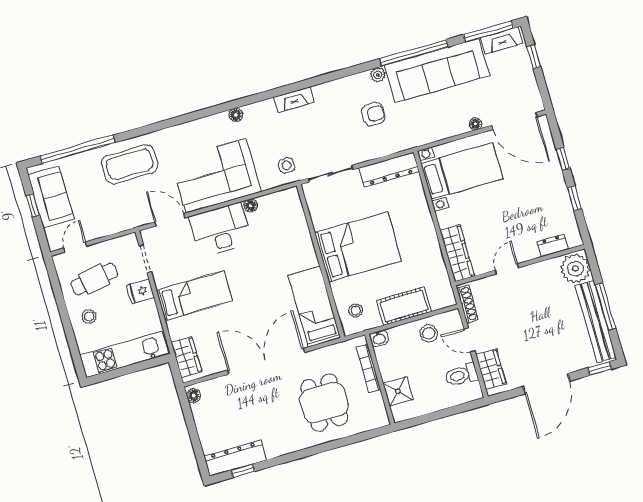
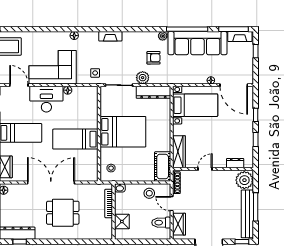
plant: (365, 151) -> (143, 78), added
bed: (314, 306) -> (75, 139), moved, turned -90
cot: (404, 306) -> (163, 166), moved, turned 90
dining table: (324, 403) -> (63, 213), moved, turned 90

